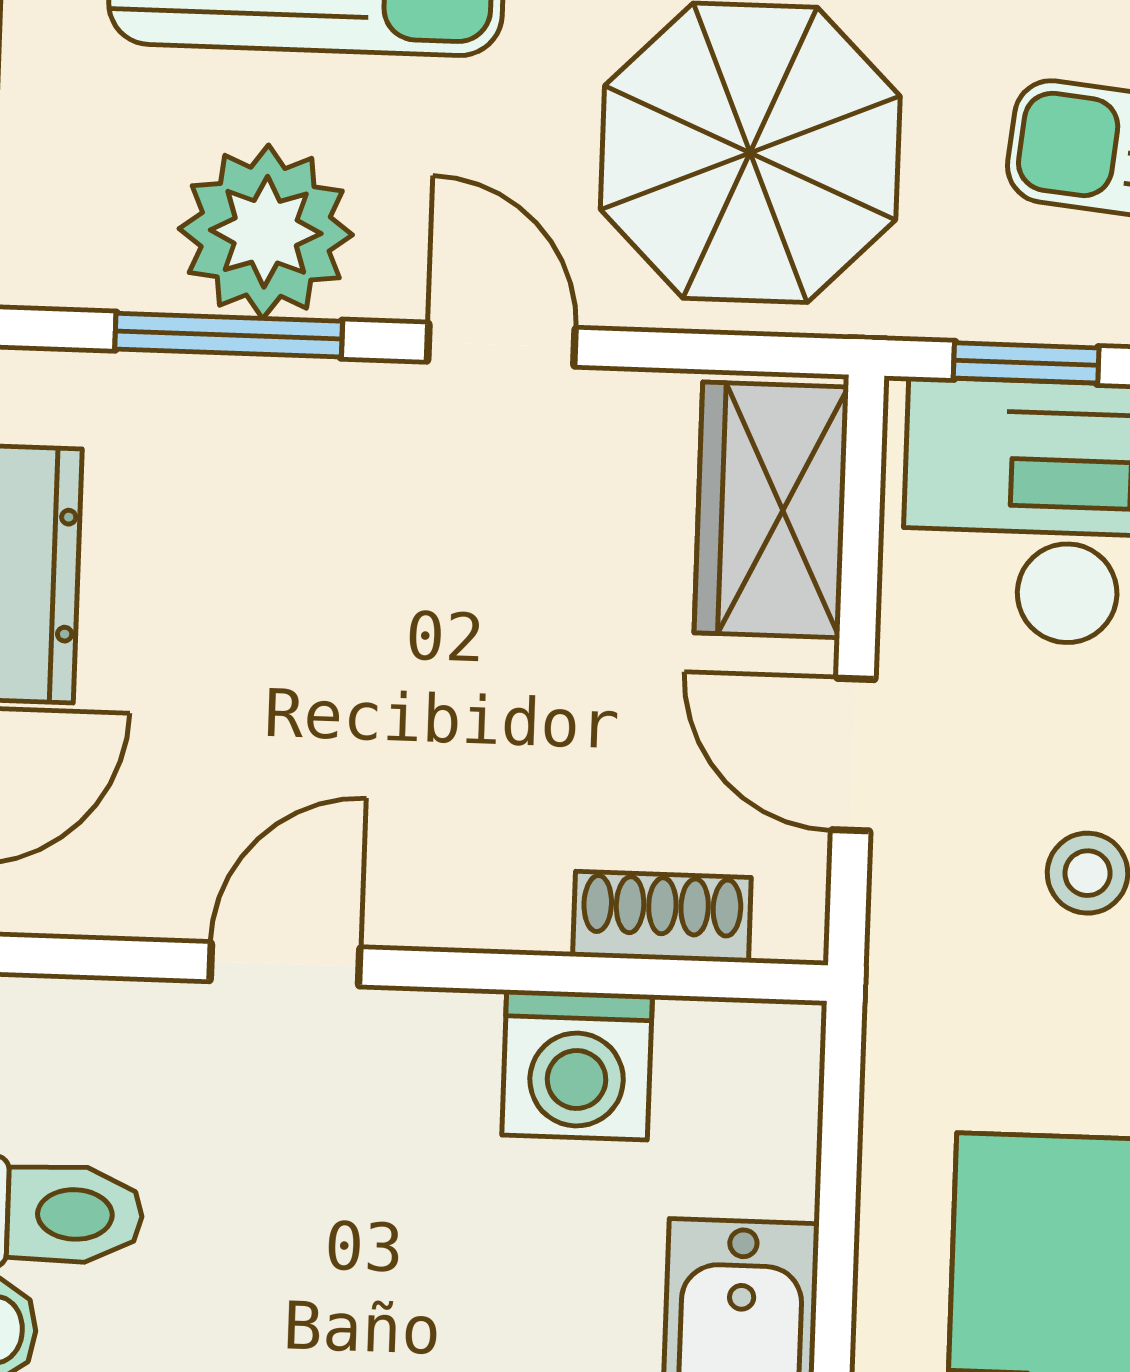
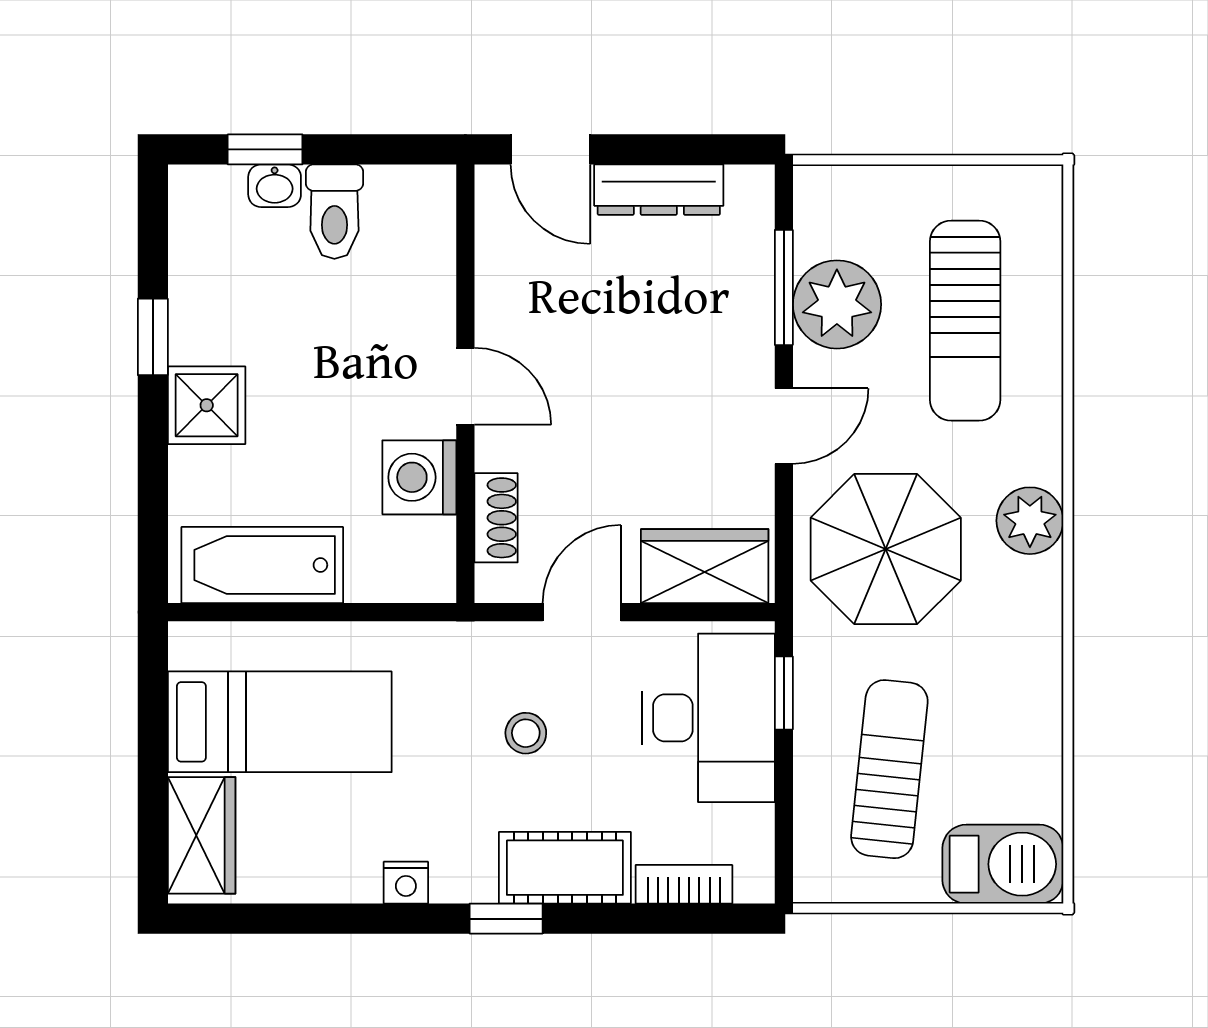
door: (285, 964) -> (465, 386), moved

